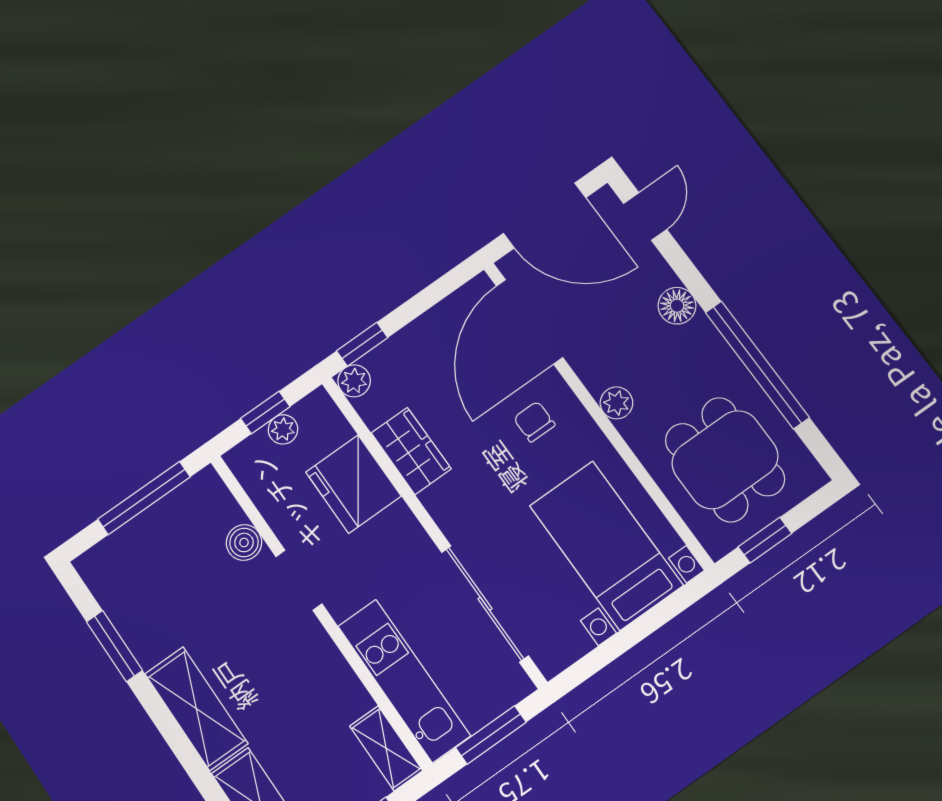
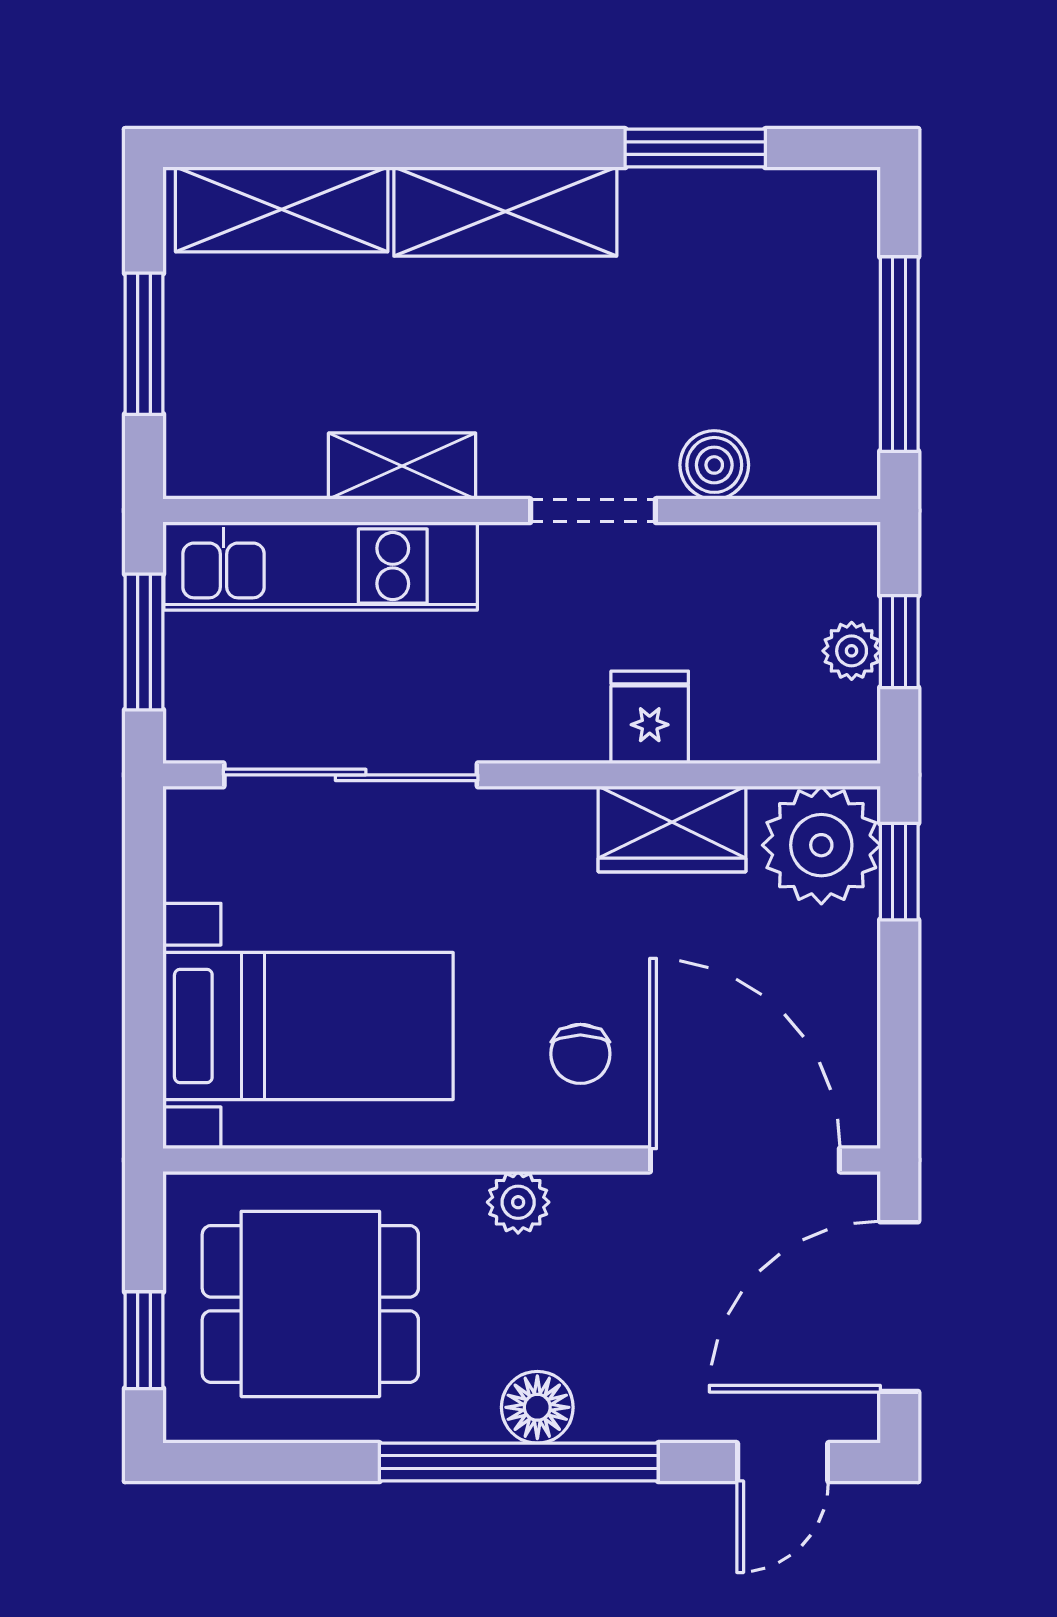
door: (645, 216) -> (783, 1462), hinge flipped
floor lamp: (677, 306) -> (537, 1407), moved
window: (757, 365) -> (519, 1462), moved
plant: (354, 381) -> (821, 845), width x1.88, depth x1.88
chair: (534, 422) -> (580, 1054), turned 90
fridge: (353, 484) -> (650, 717), width x0.53, depth x0.75
window: (765, 540) -> (144, 1340), moved
shelving: (386, 748) -> (402, 466), moved

